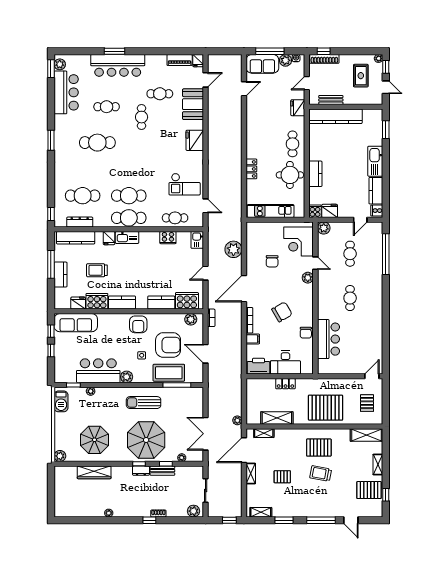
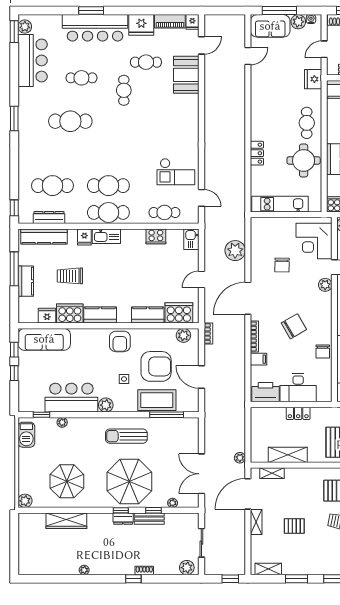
fridge: (195, 140) -> (141, 25), moved, turned -90

